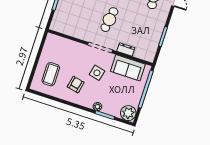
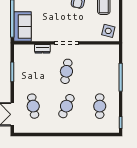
sofa: (128, 68) -> (22, 26), moved, turned 90
side table: (97, 73) -> (108, 31), moved

